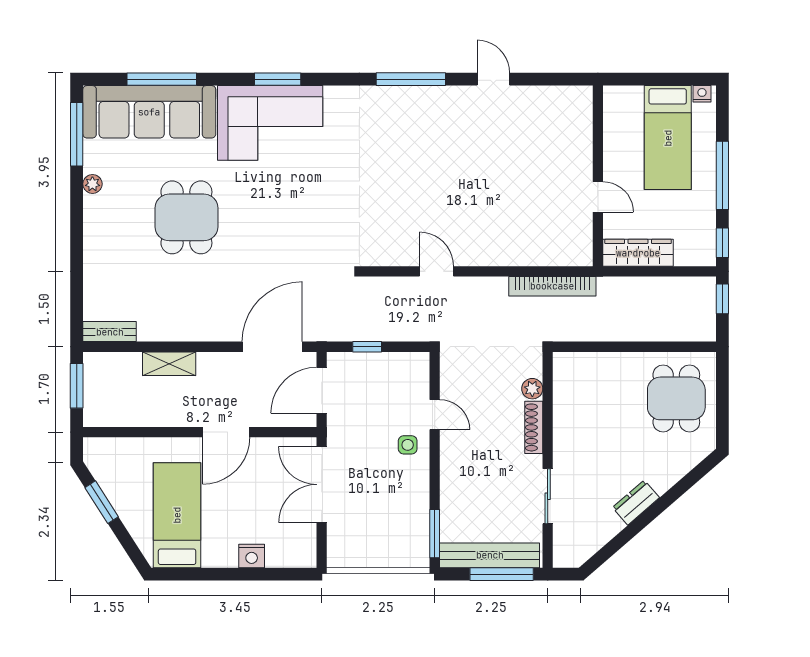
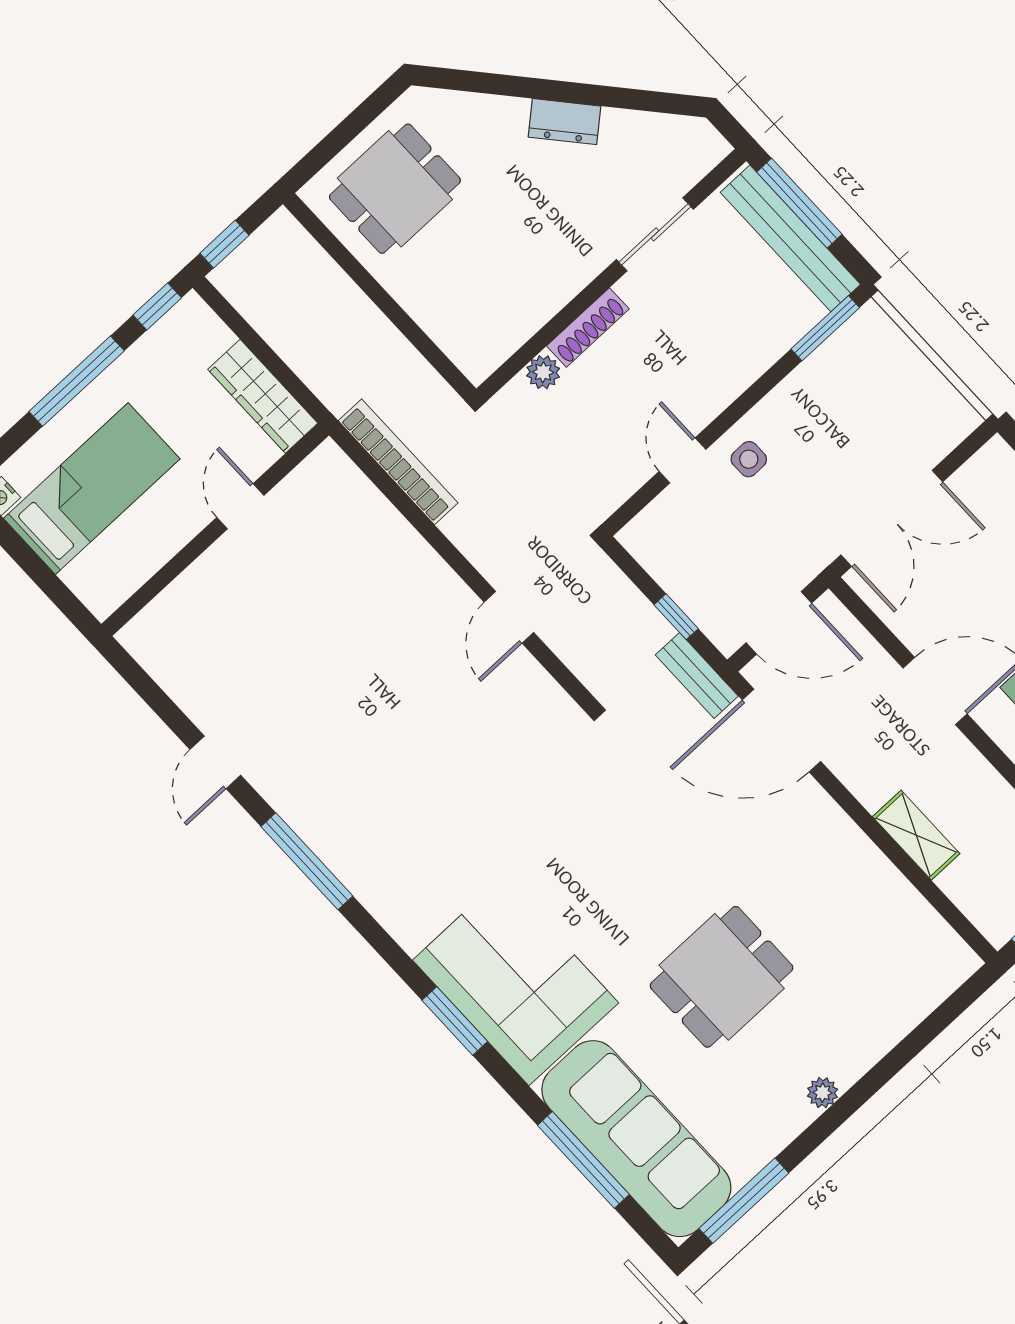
plant: (92, 184) -> (823, 1093), moved
bench: (110, 332) -> (697, 676), moved

